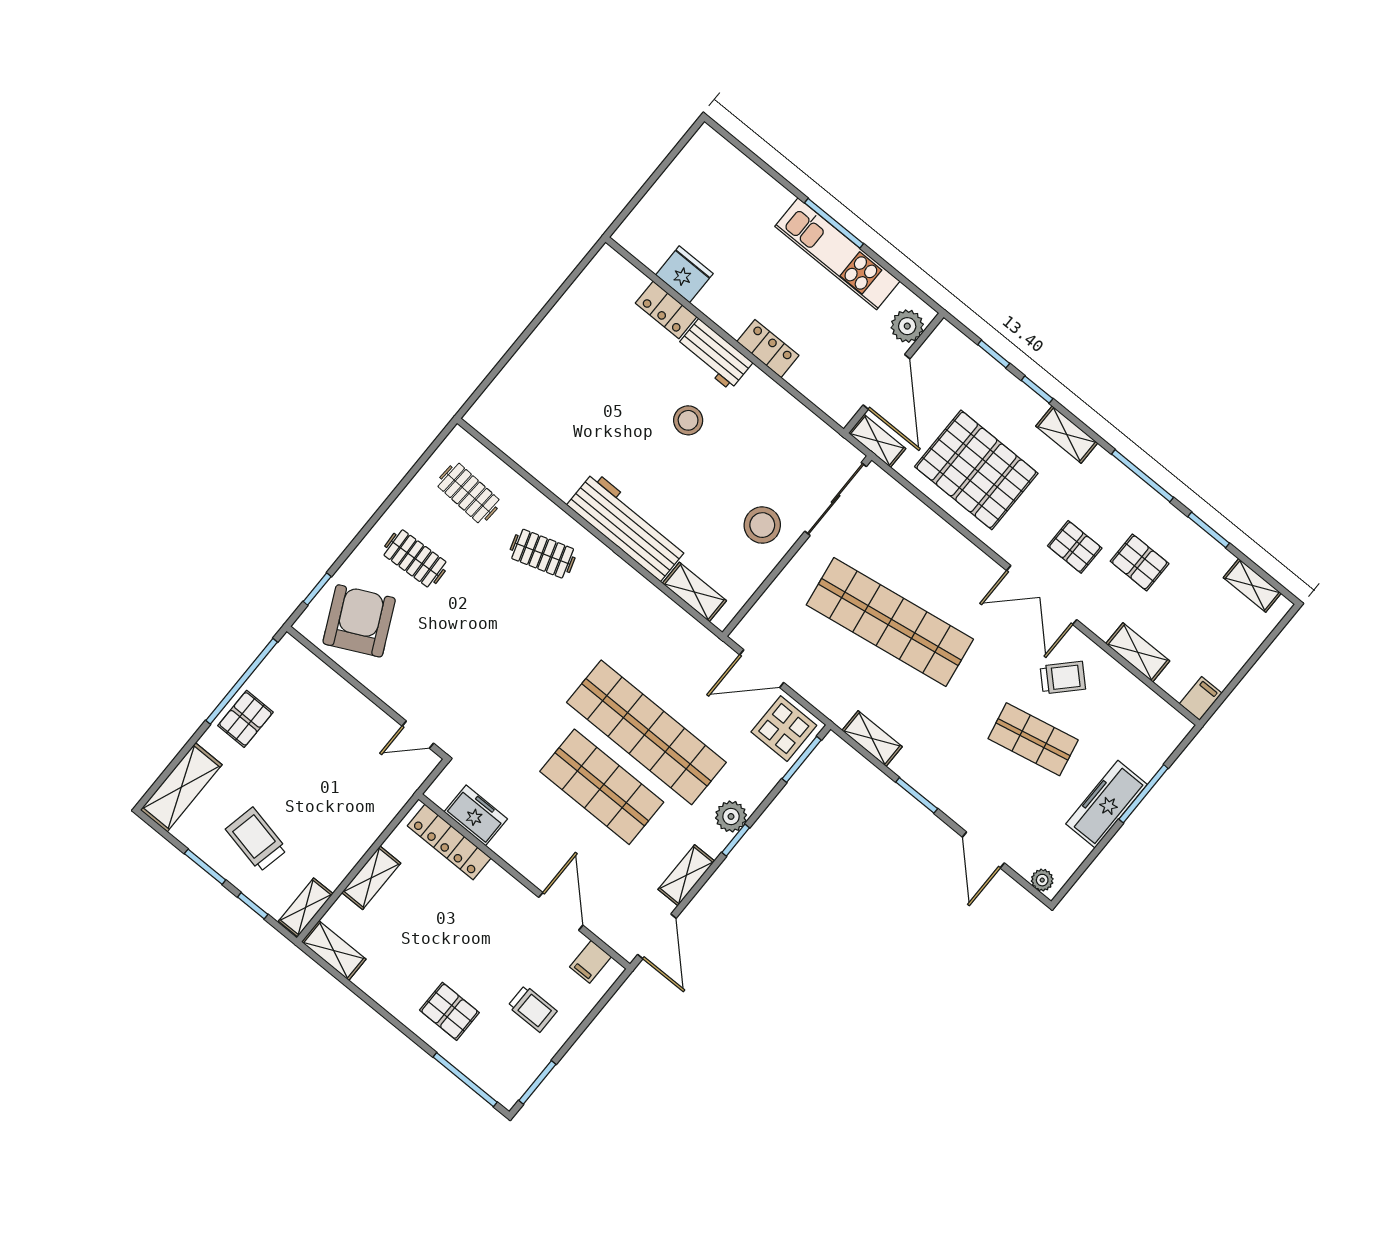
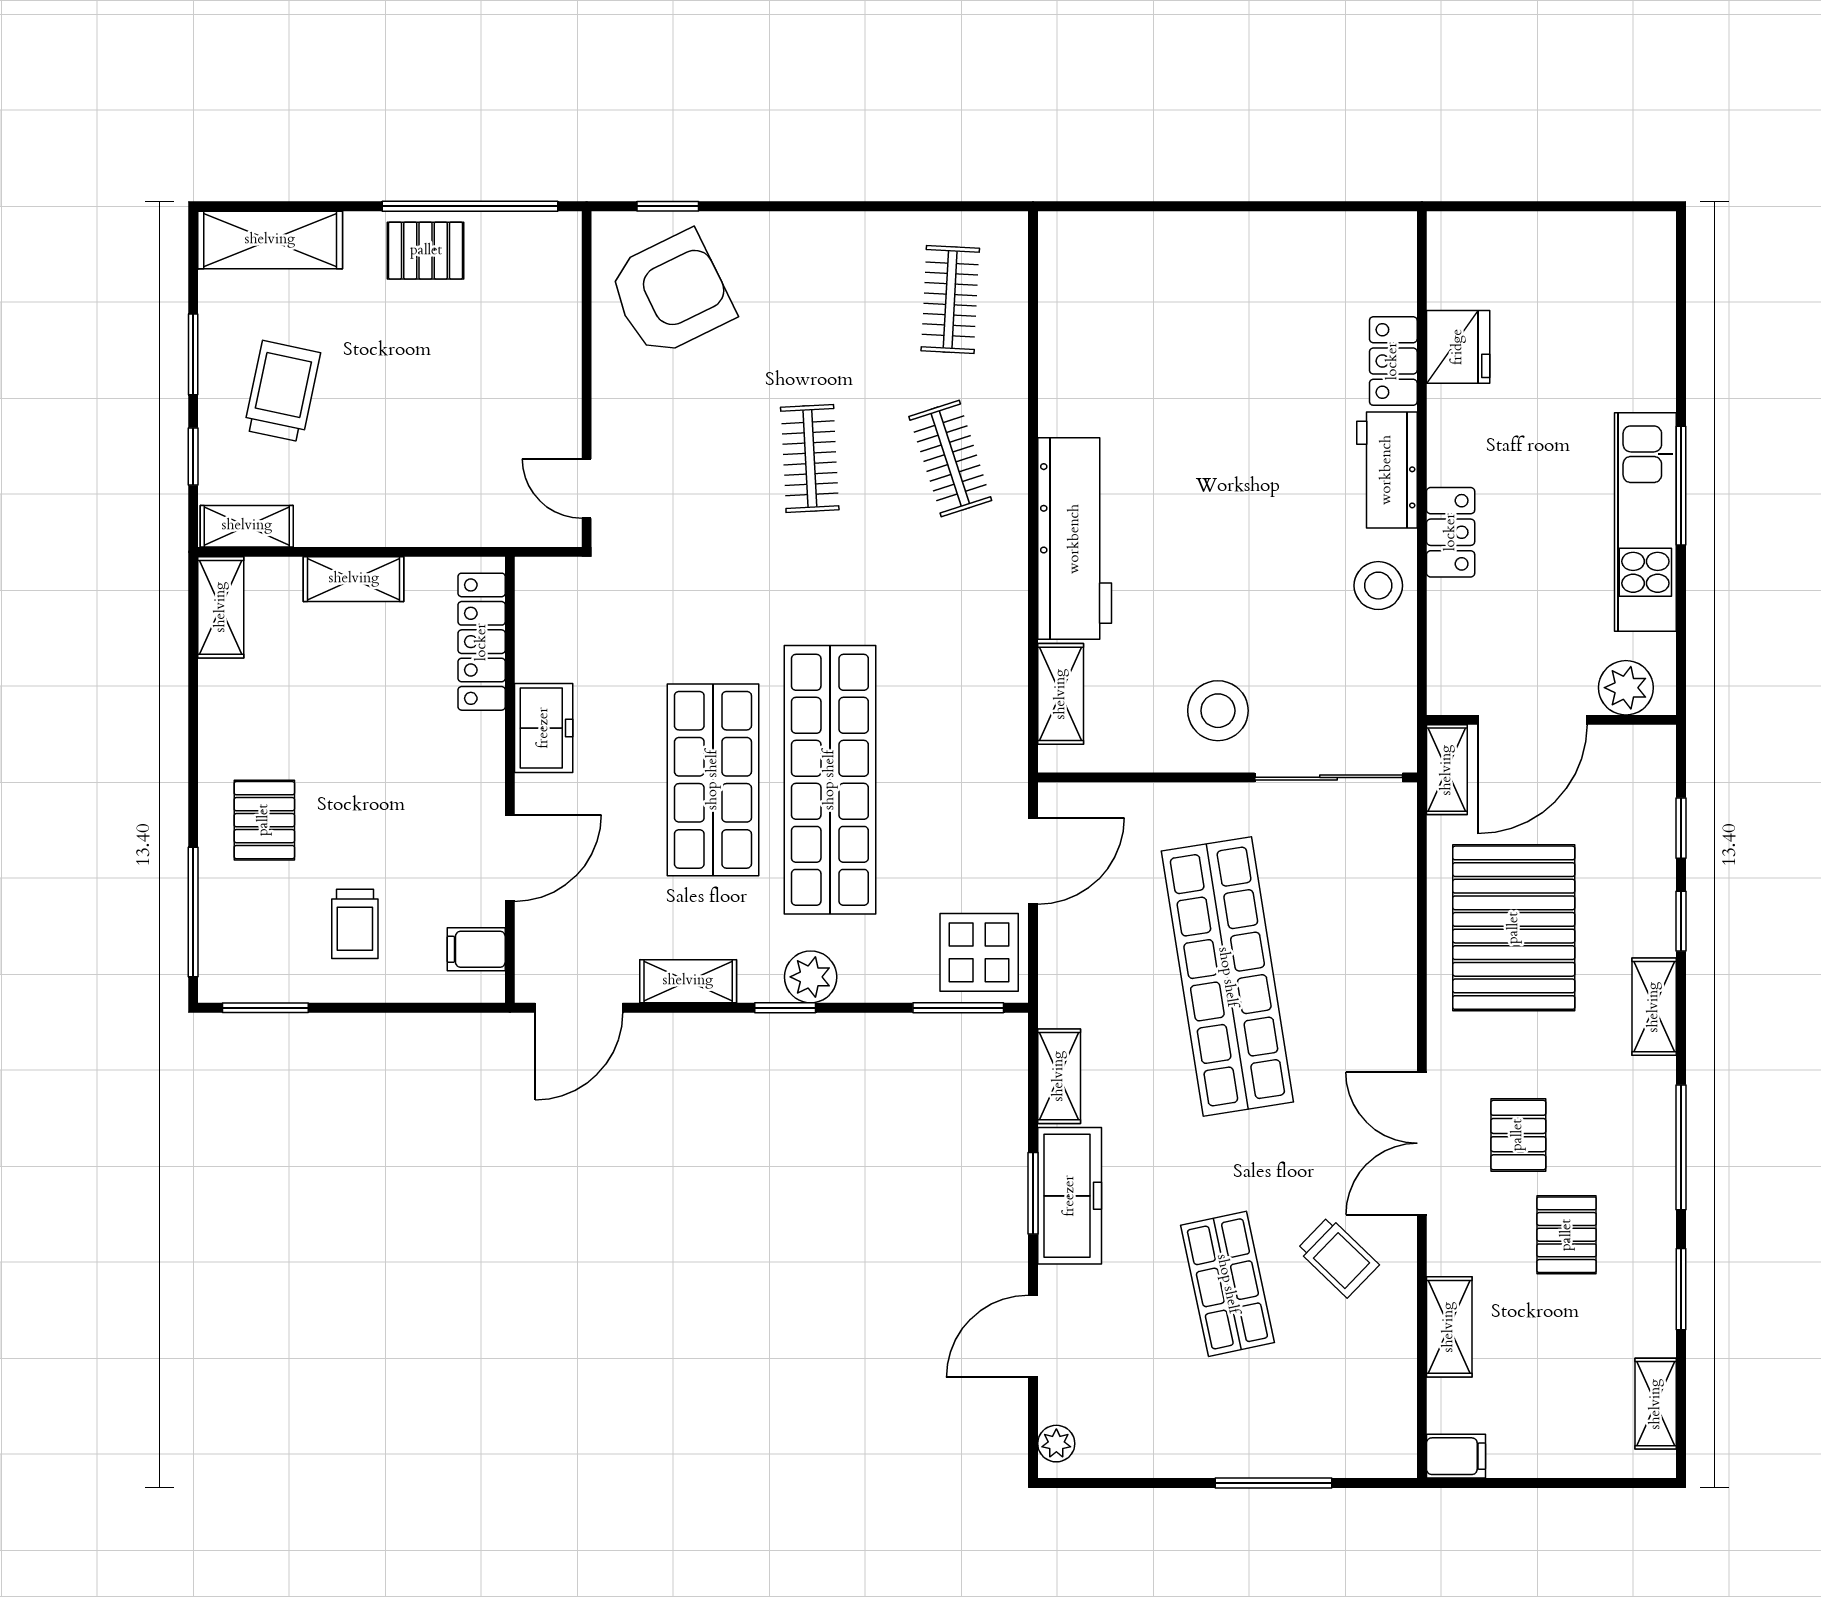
stool: (688, 420) -> (1378, 586), moved
clothes rail: (415, 558) -> (810, 458), moved
door: (762, 669) -> (1033, 861), swing flipped
freezer: (1106, 804) -> (1070, 1196), moved, turned 90
freezer: (476, 815) -> (544, 728), moved

